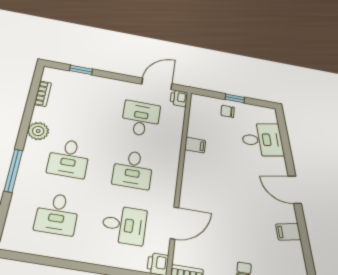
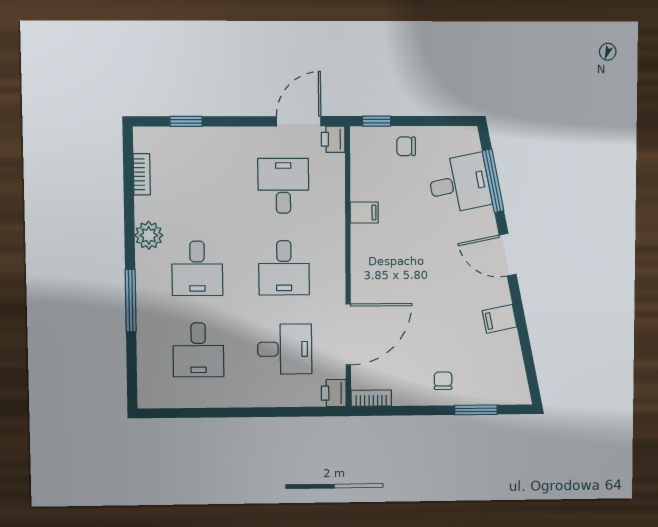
window: (235, 98) -> (377, 121), moved
window: (285, 142) -> (493, 181), added
door: (174, 223) -> (348, 334), width x1.36

